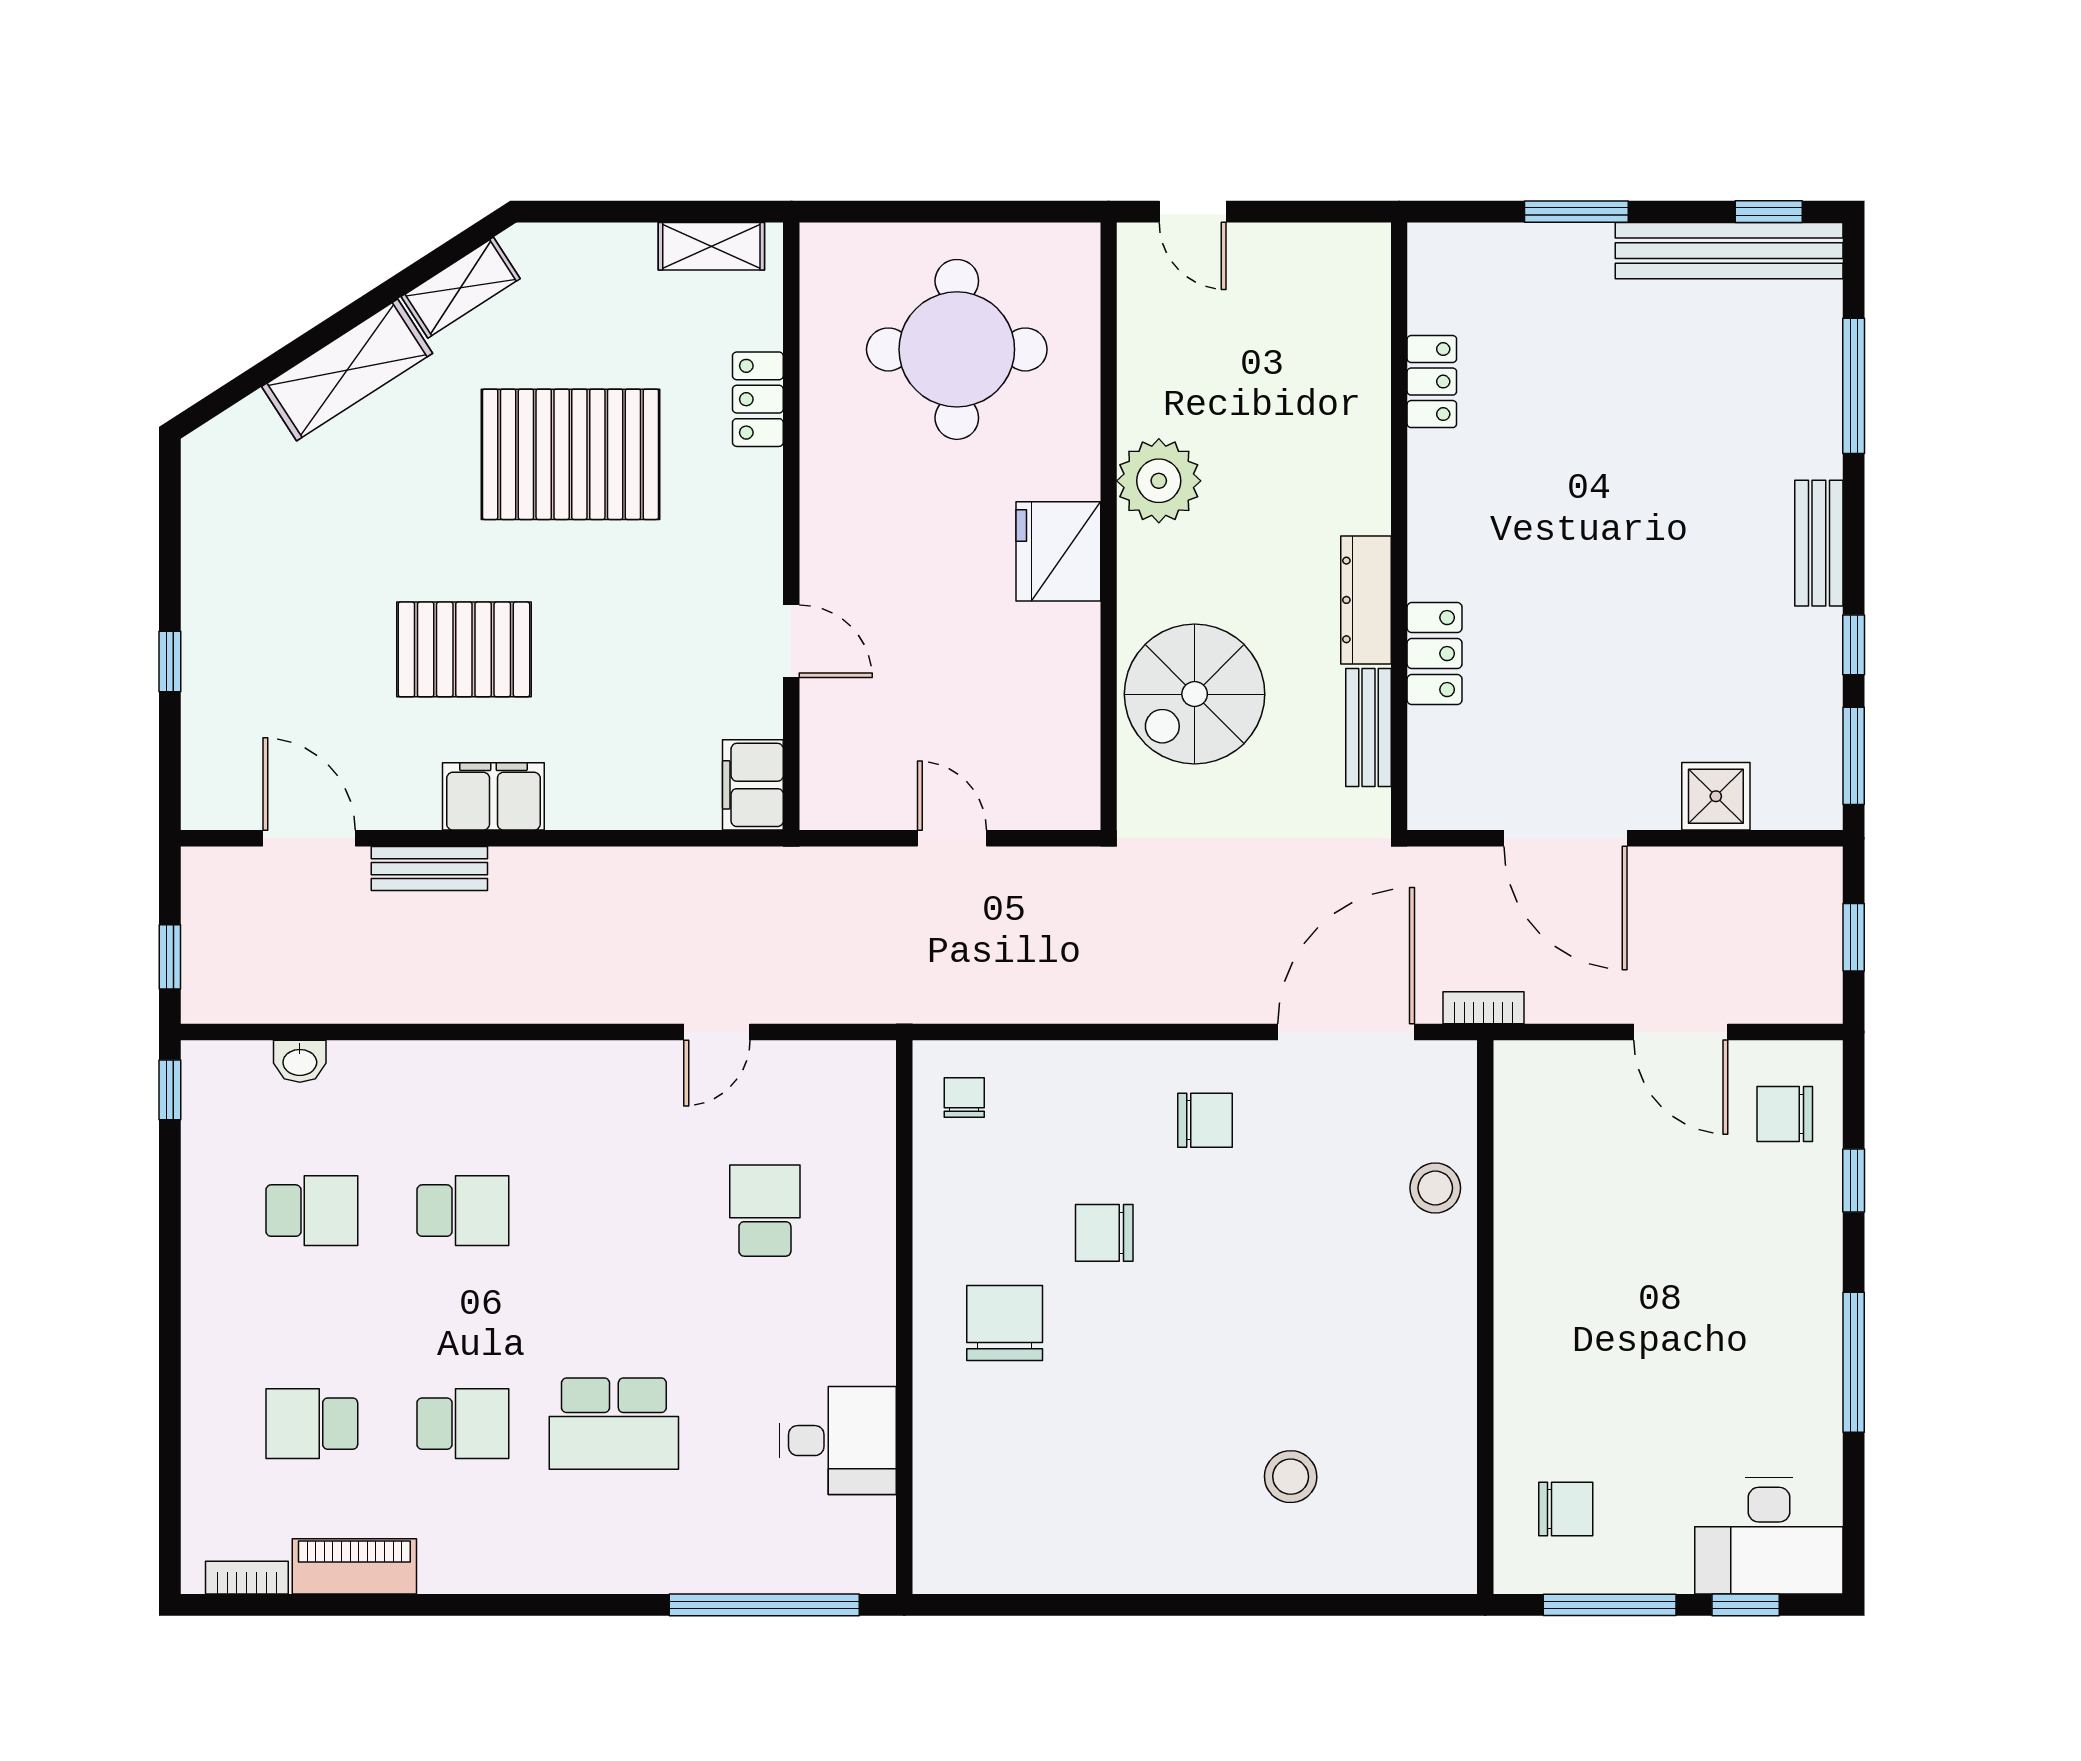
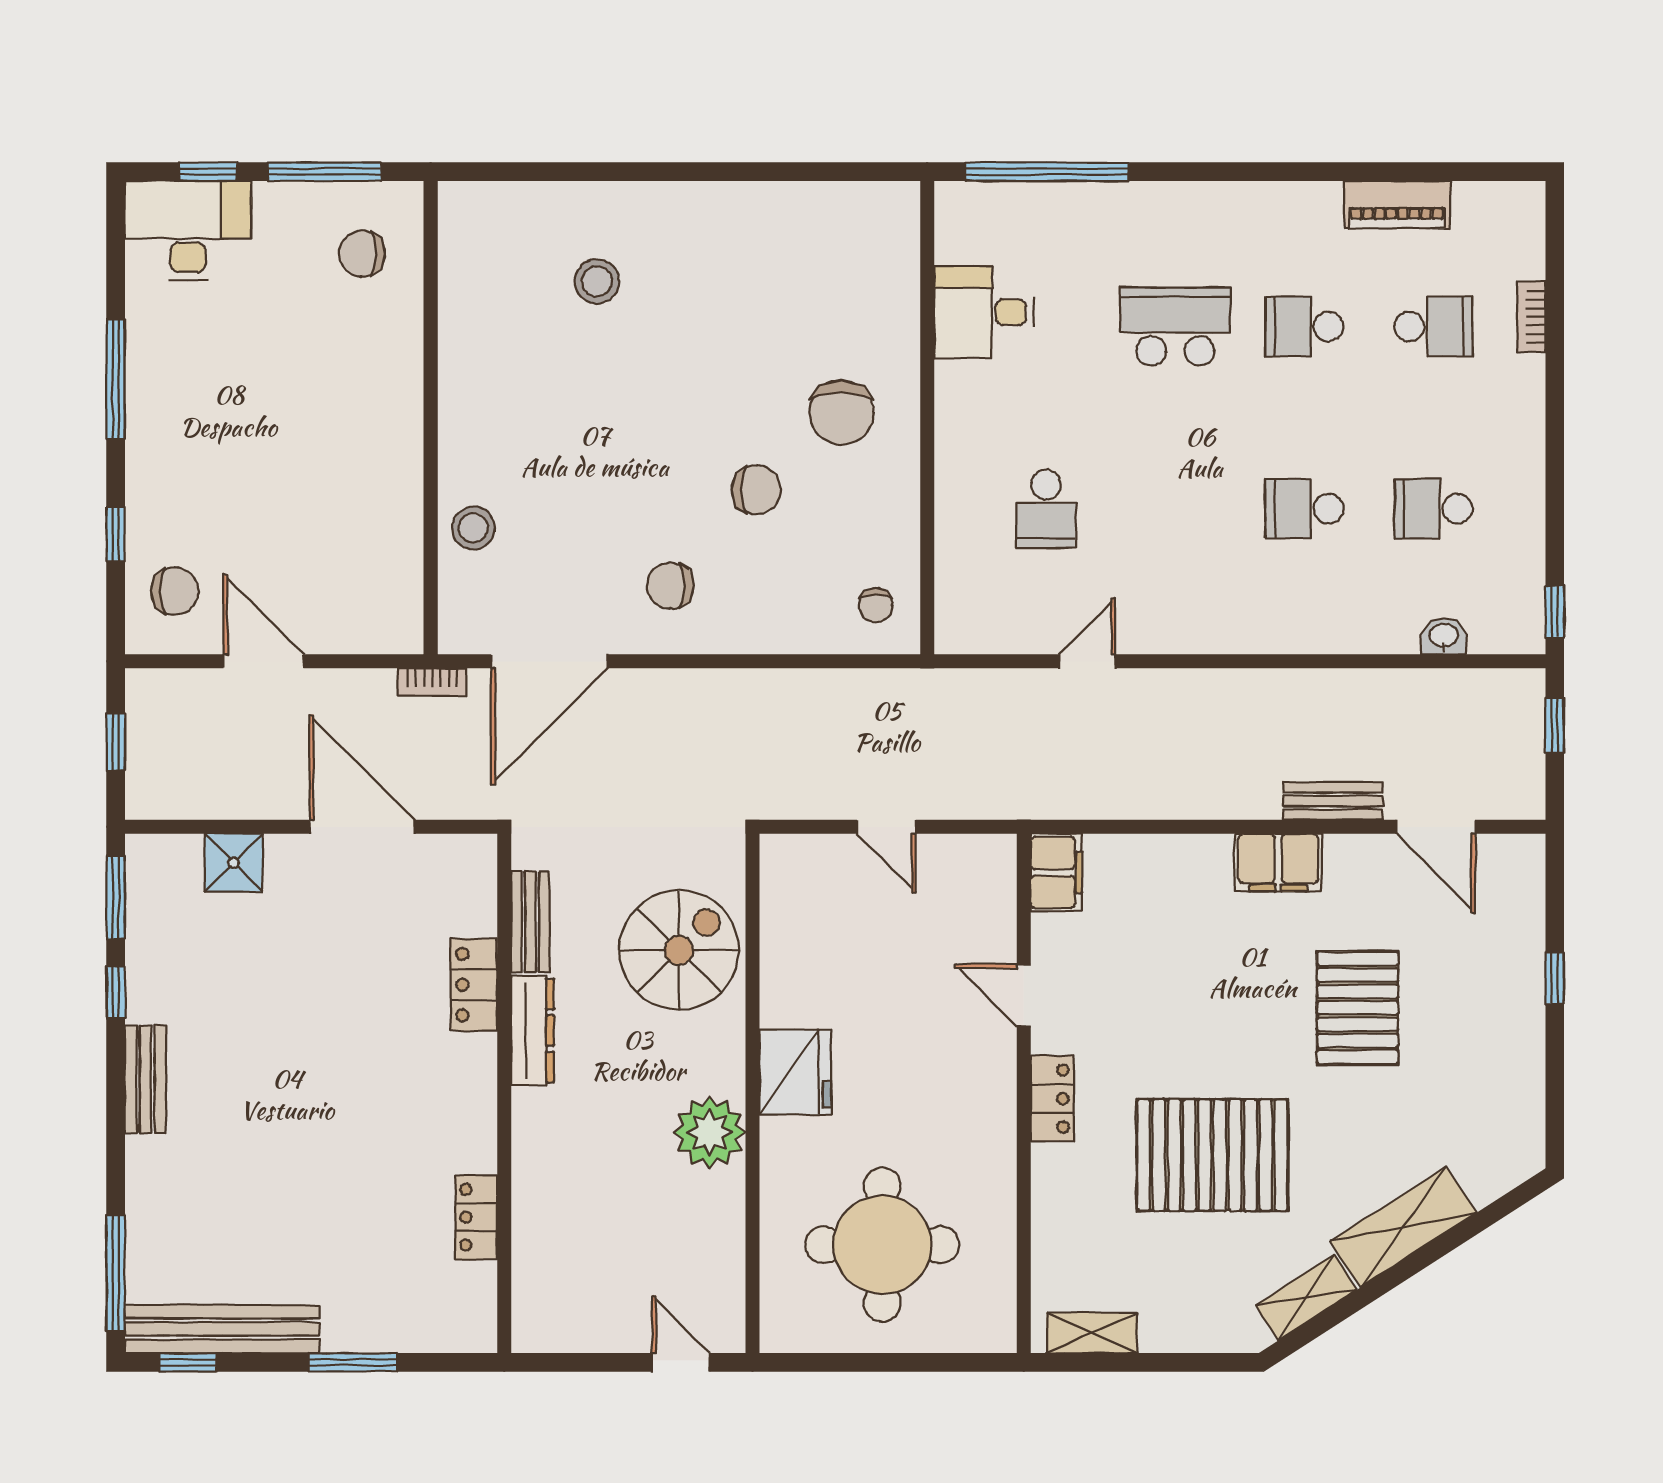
window: (1854, 386) -> (116, 1273), moved
locker: (758, 399) -> (1052, 1099), moved
pallet: (464, 649) -> (1358, 1008), moved, turned 90
bookcase: (247, 1578) -> (1531, 317), moved, turned 90

